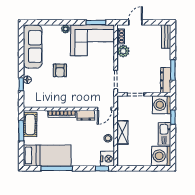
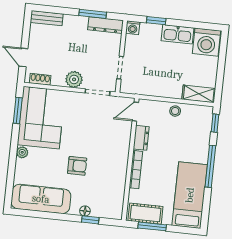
plant: (123, 51) -> (74, 79), moved
washing machine: (162, 105) -> (133, 28), width x0.53, depth x0.53
door: (104, 109) -> (135, 112), swing flipped
shelving: (122, 132) -> (199, 94), moved
nightstand: (108, 159) -> (203, 114), removed
window: (57, 168) -> (210, 166), moved

